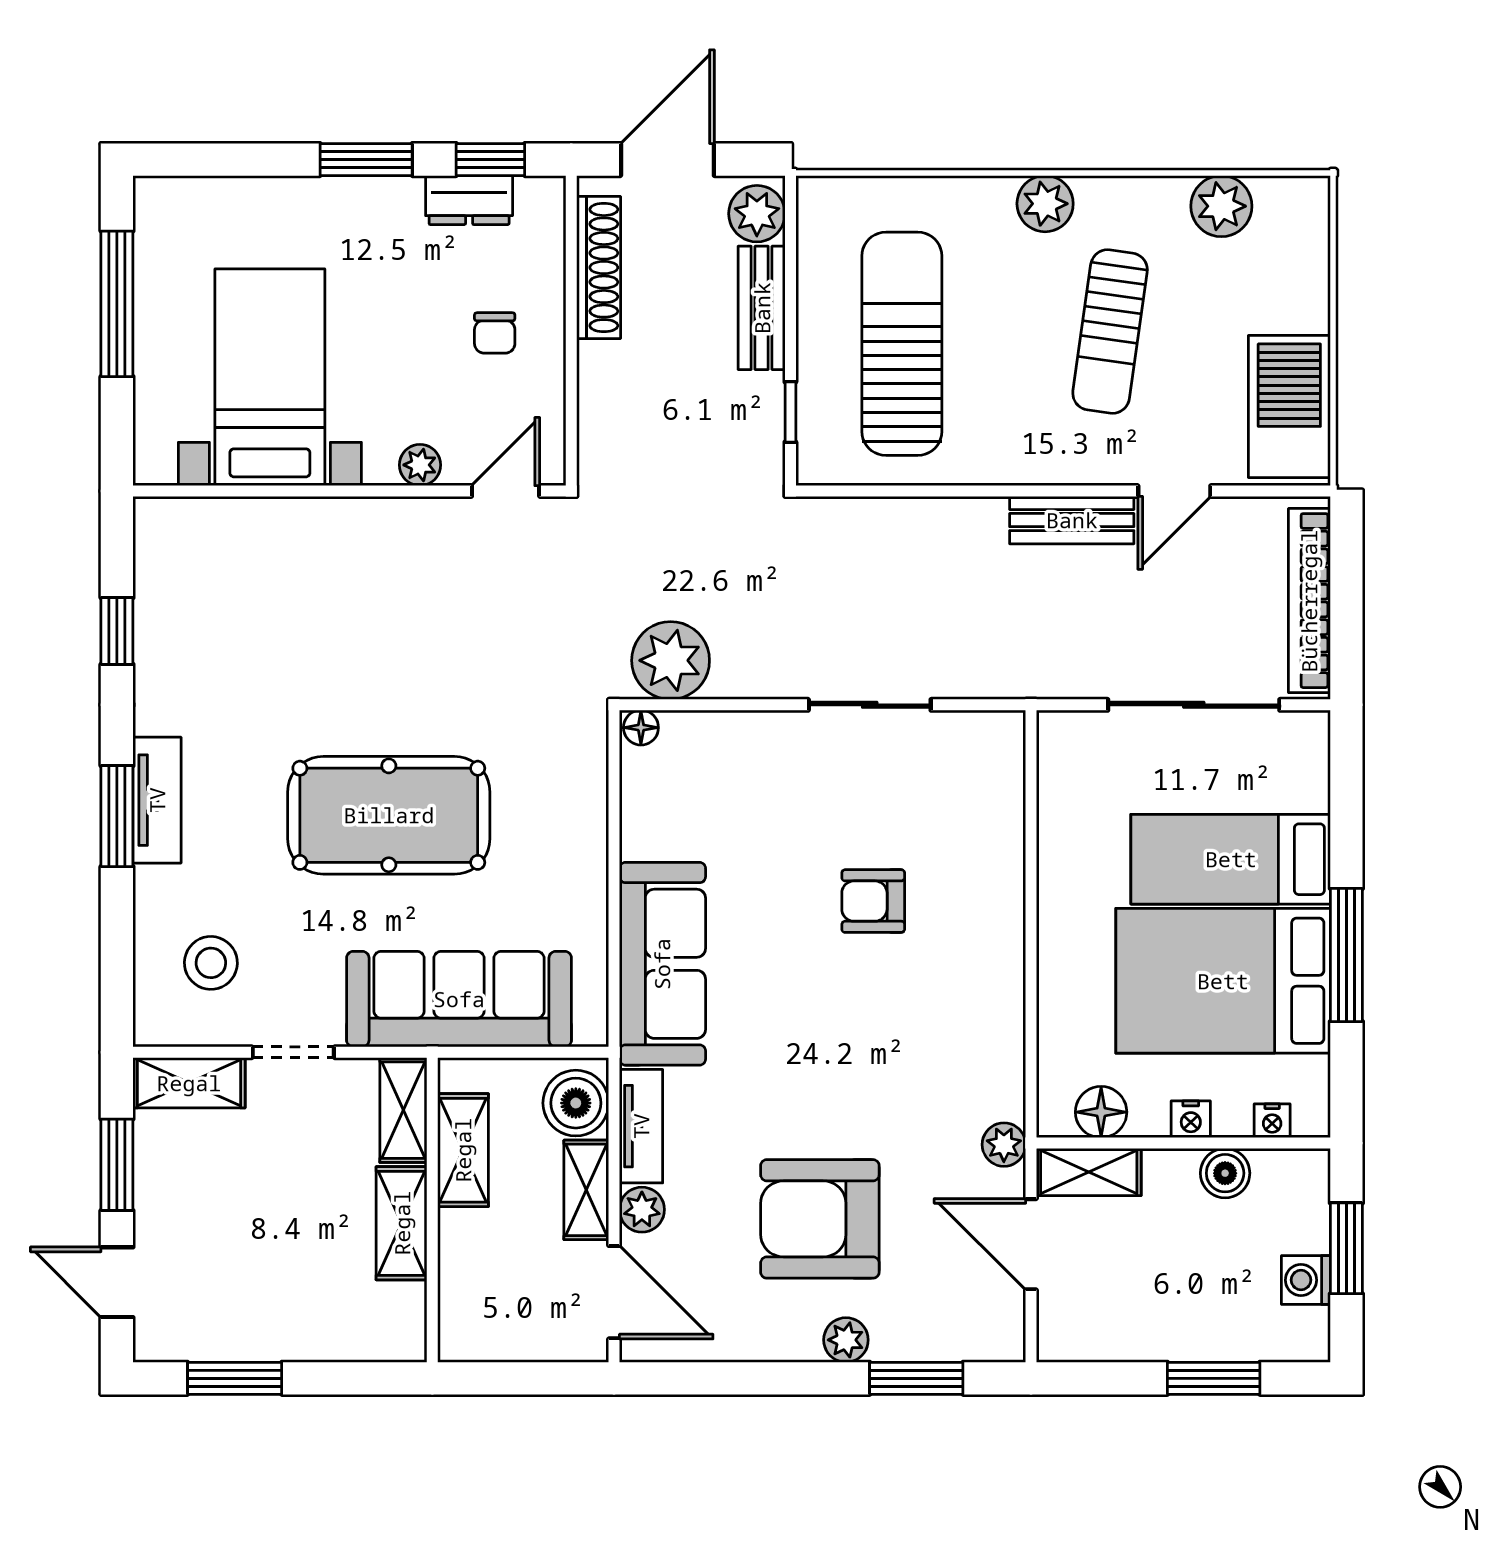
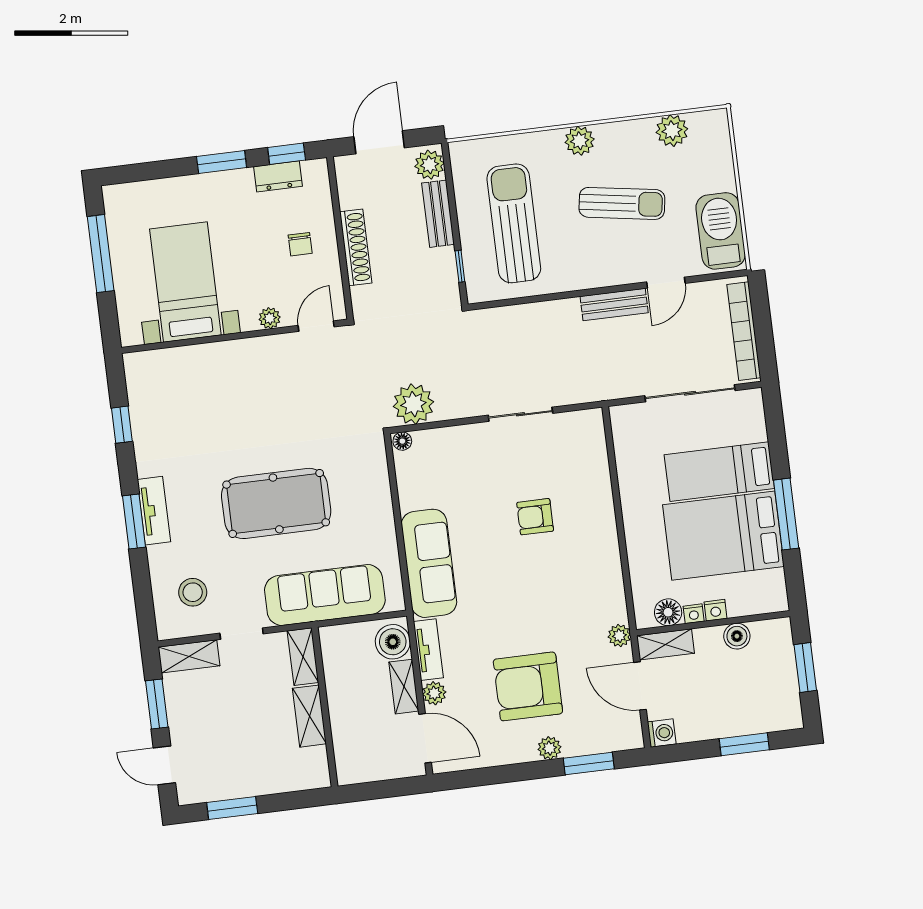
shoe rack: (599, 268) -> (356, 247), moved
sun lounger: (1110, 332) -> (622, 203), turned -89
nightstand: (1272, 1121) -> (694, 614), moved
shelving: (463, 1150) -> (337, 674), removed
washing machine: (1306, 1280) -> (662, 733), moved, turned 180

